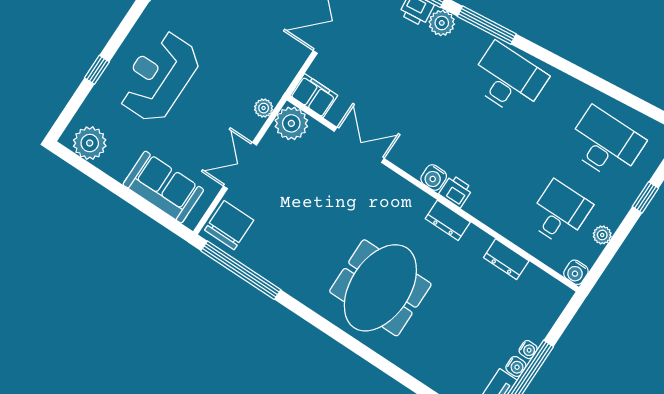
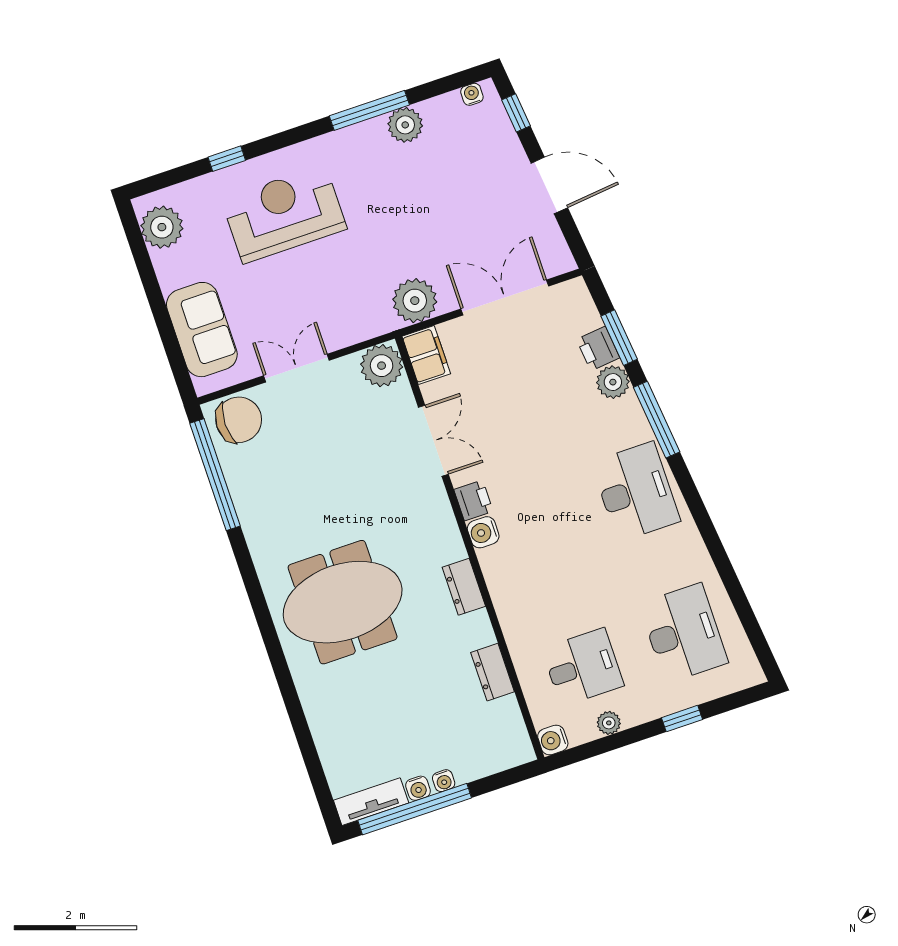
plant: (264, 108) -> (415, 301), moved, width x1.88, depth x1.88
printer: (456, 191) -> (473, 500), moved

